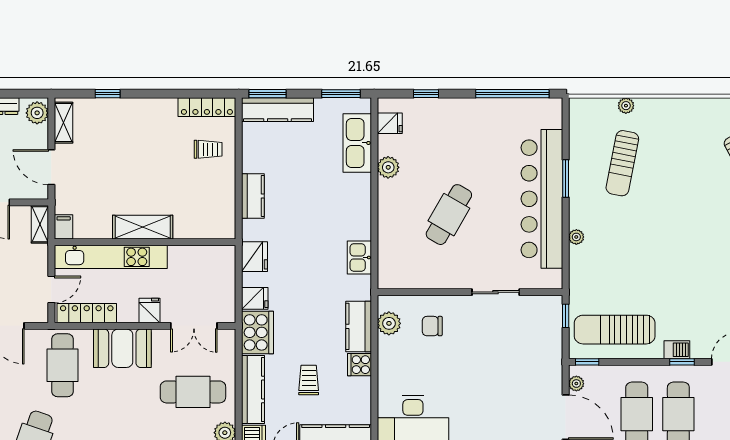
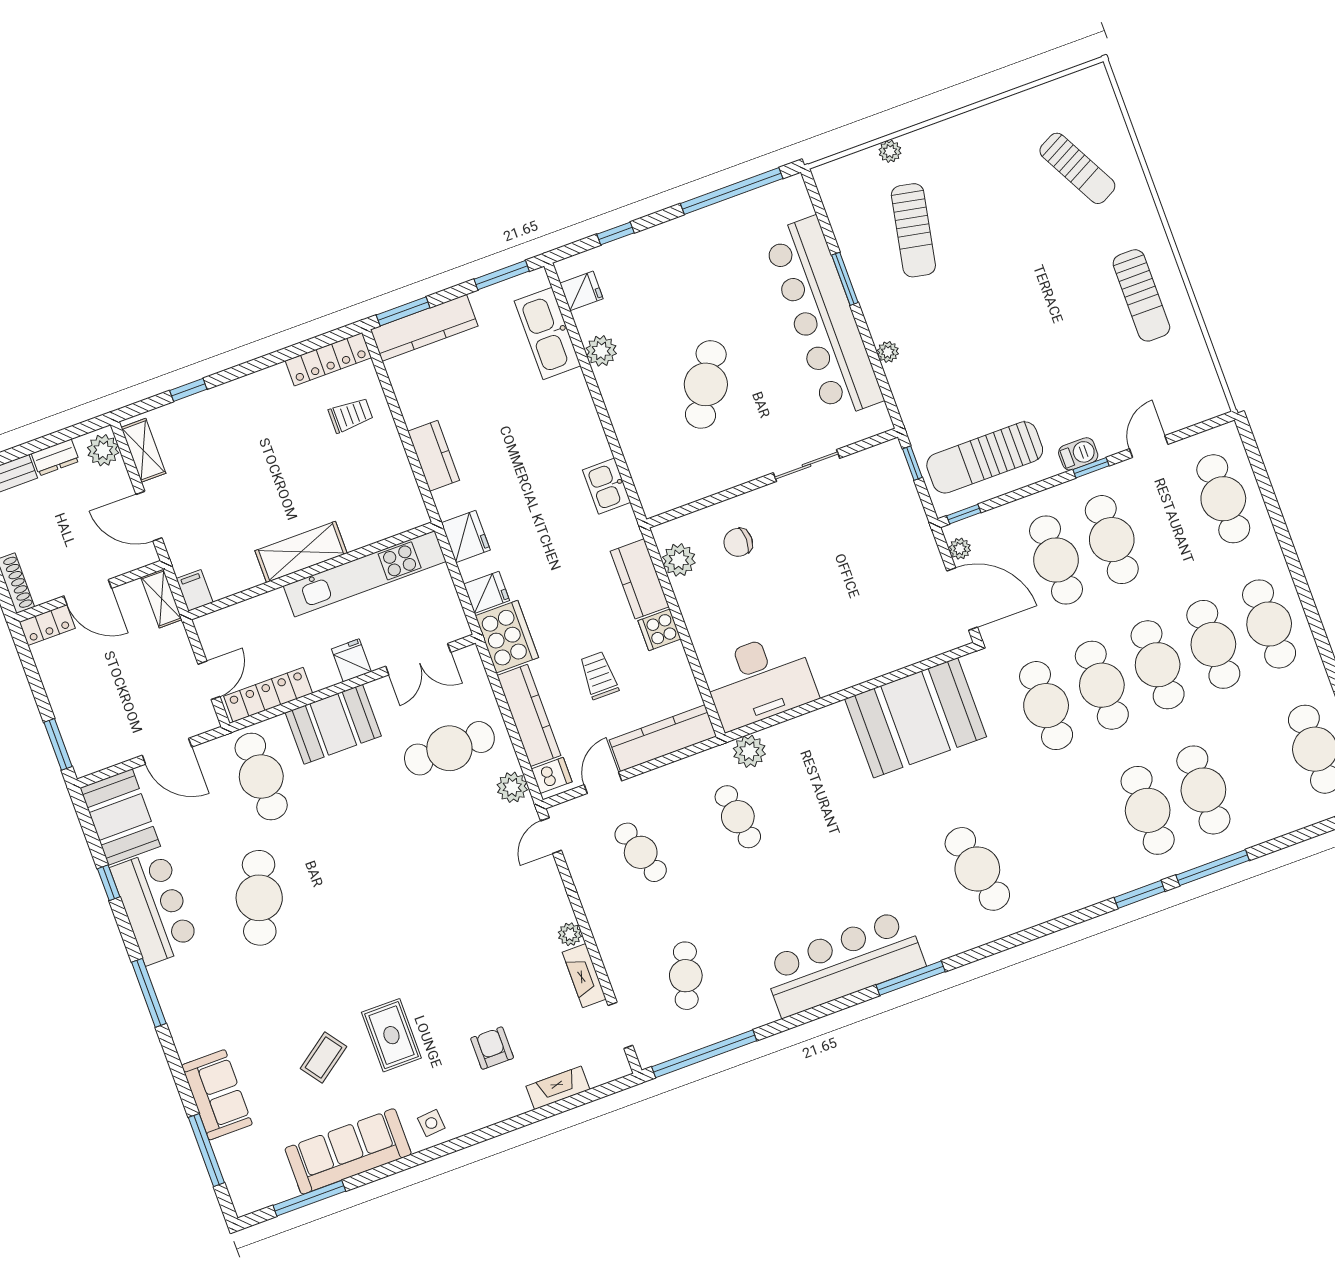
kitchen unit: (111, 257) -> (365, 574), moved

